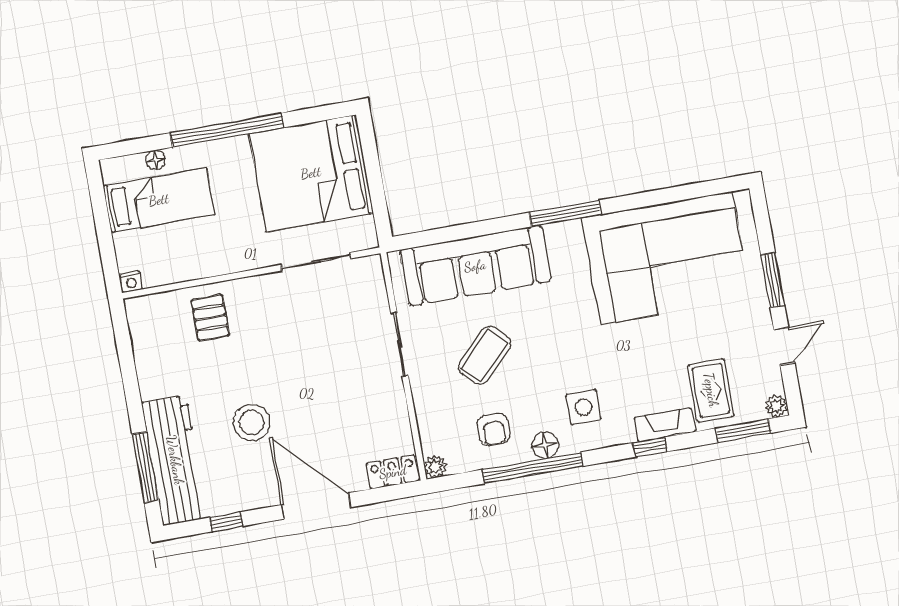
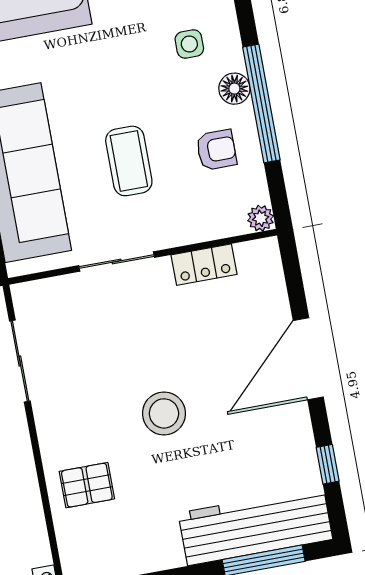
coffee table: (485, 355) -> (129, 161), turned 45
side table: (583, 407) -> (189, 44), width x0.73, depth x0.73
stool: (252, 422) -> (164, 413), moved
locker: (393, 472) -> (204, 265), moved, turned -90

